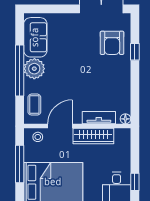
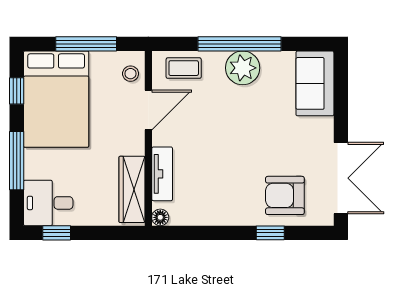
sofa: (35, 37) -> (315, 83), moved, turned 90
door: (60, 126) -> (148, 110), hinge flipped
wardrobe: (93, 136) -> (132, 189), moved

